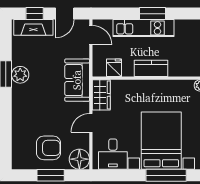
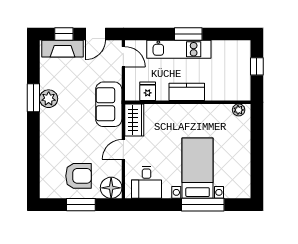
bed with nightstands: (161, 141) -> (198, 168), width x0.73

